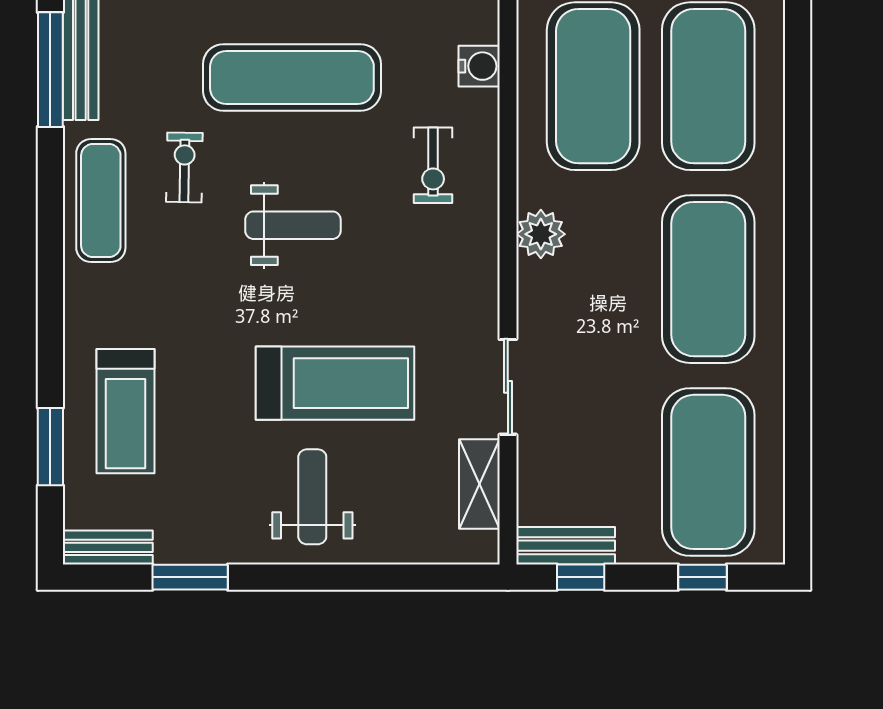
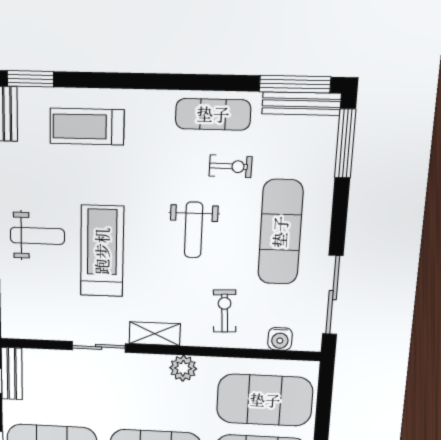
exercise bike: (433, 165) -> (225, 311), turned 87
treadmill: (335, 383) -> (102, 251), turned 180
window: (50, 447) -> (30, 79), moved
shelving: (479, 484) -> (155, 334), moved

